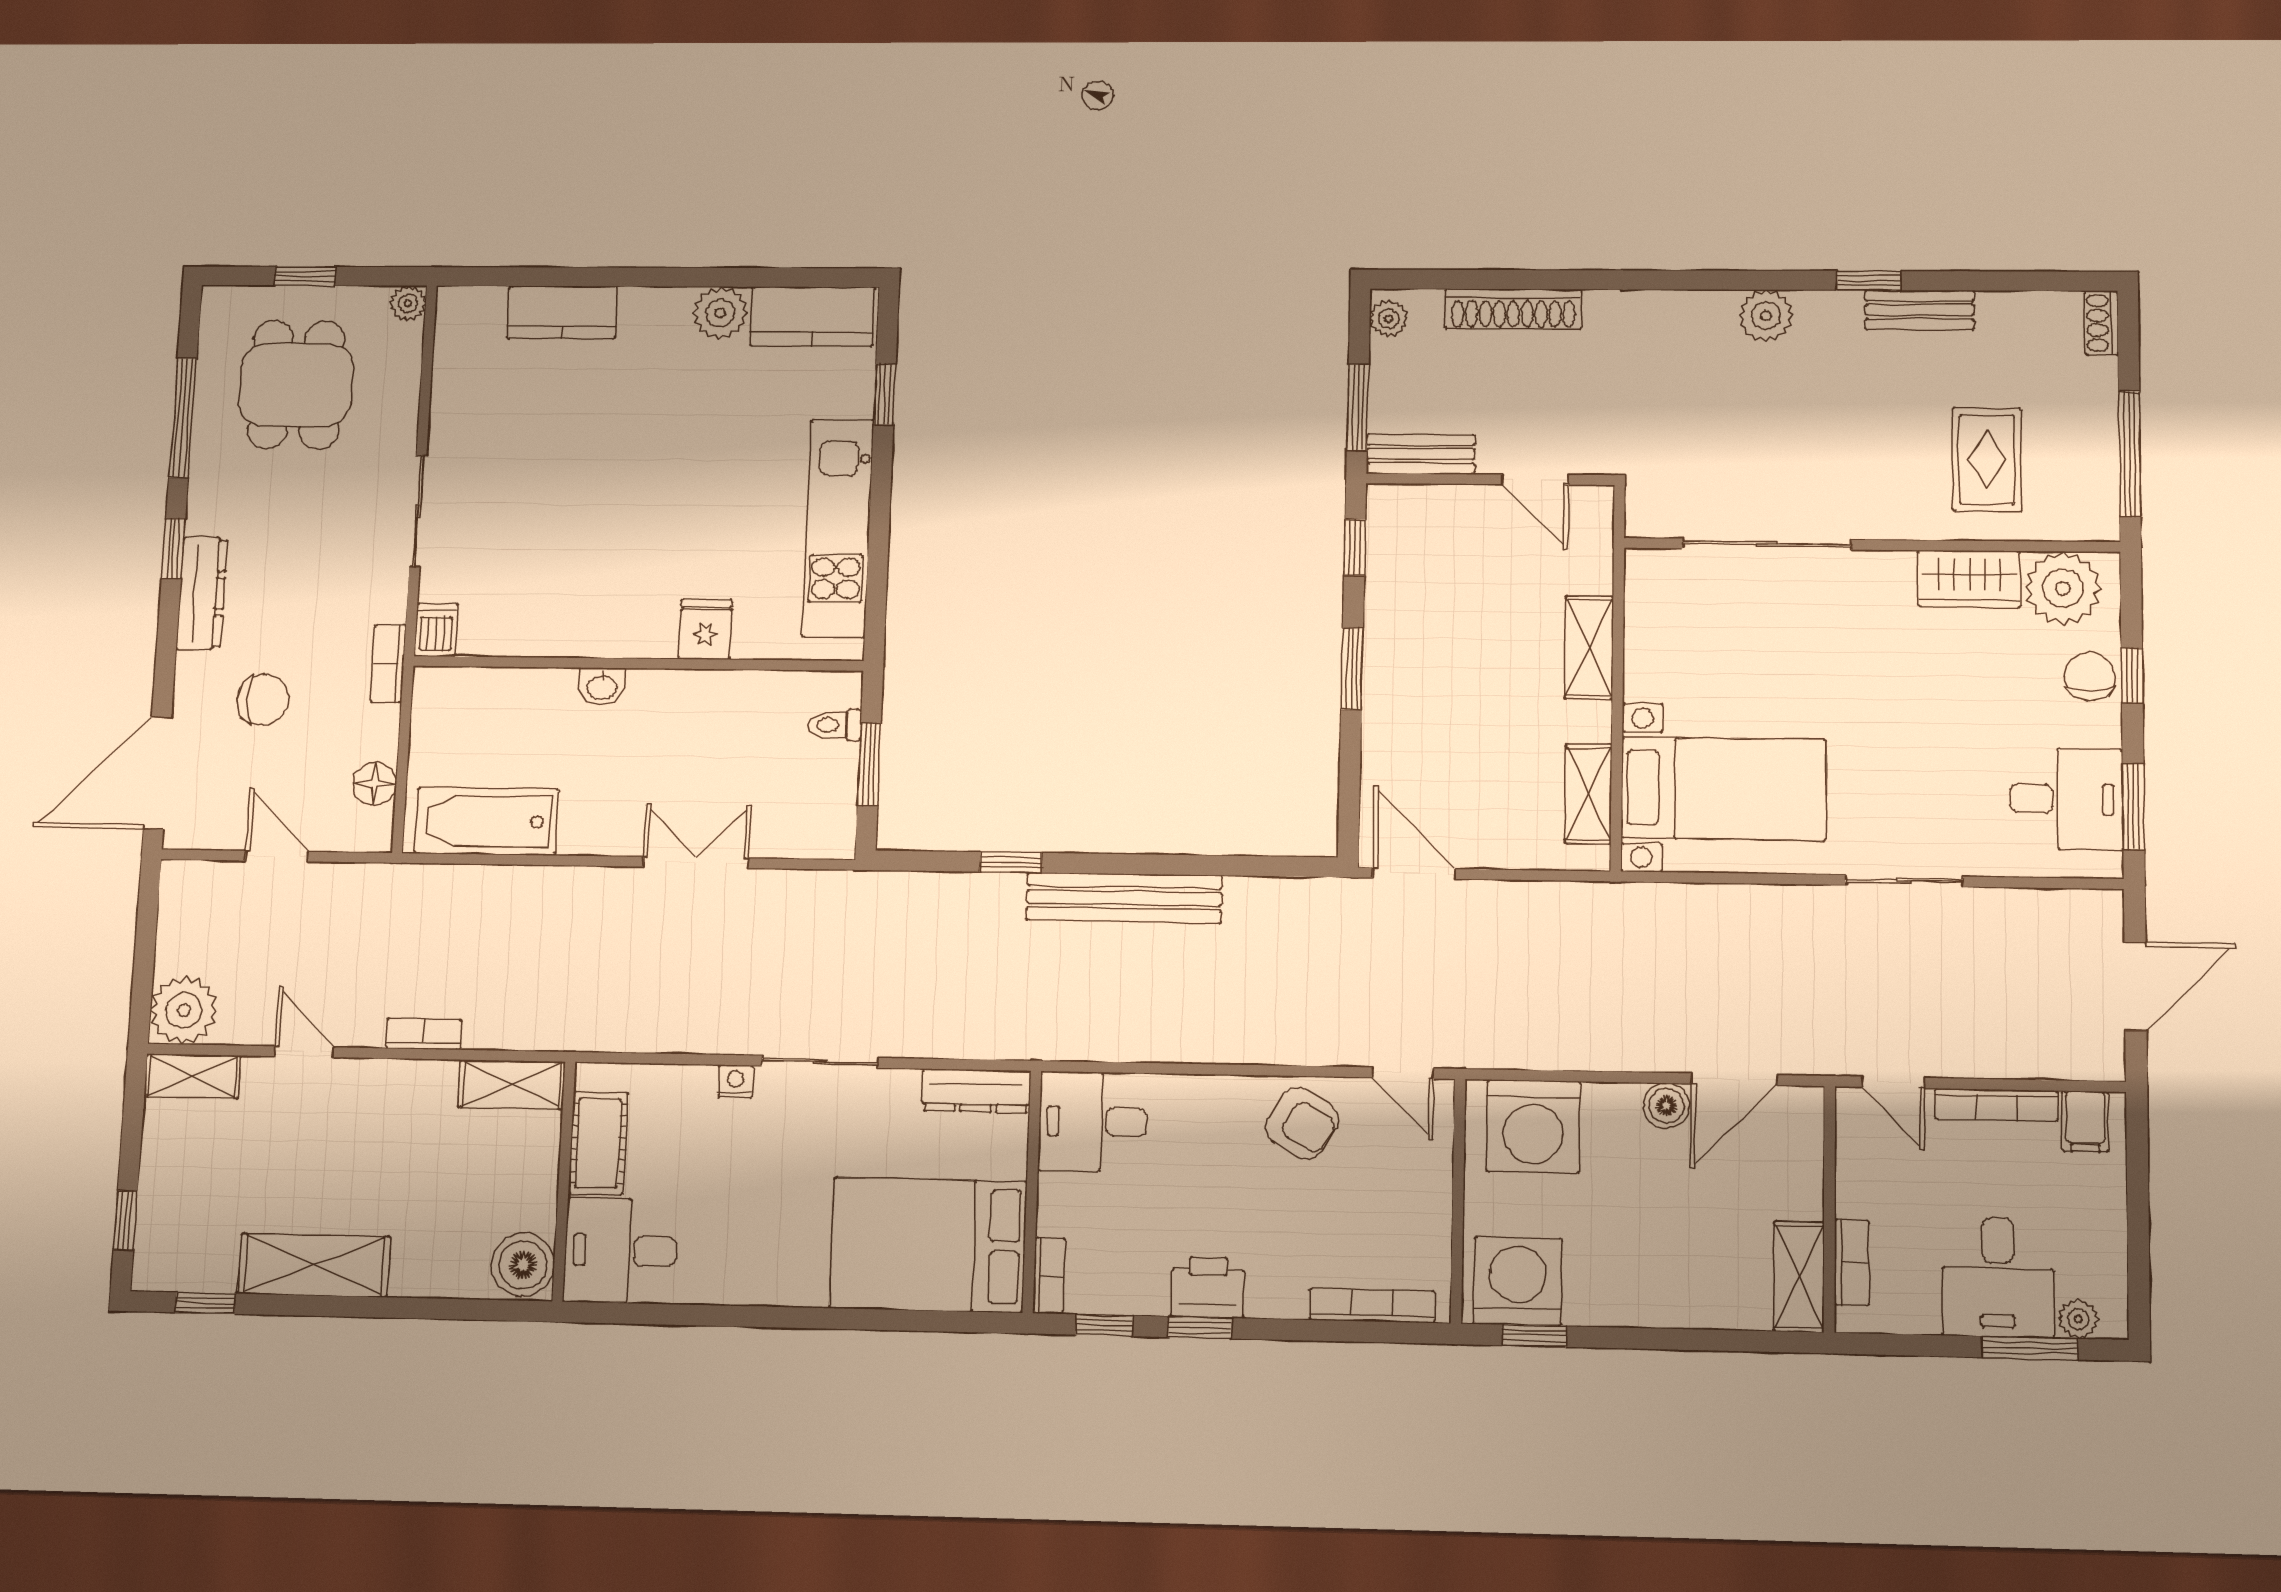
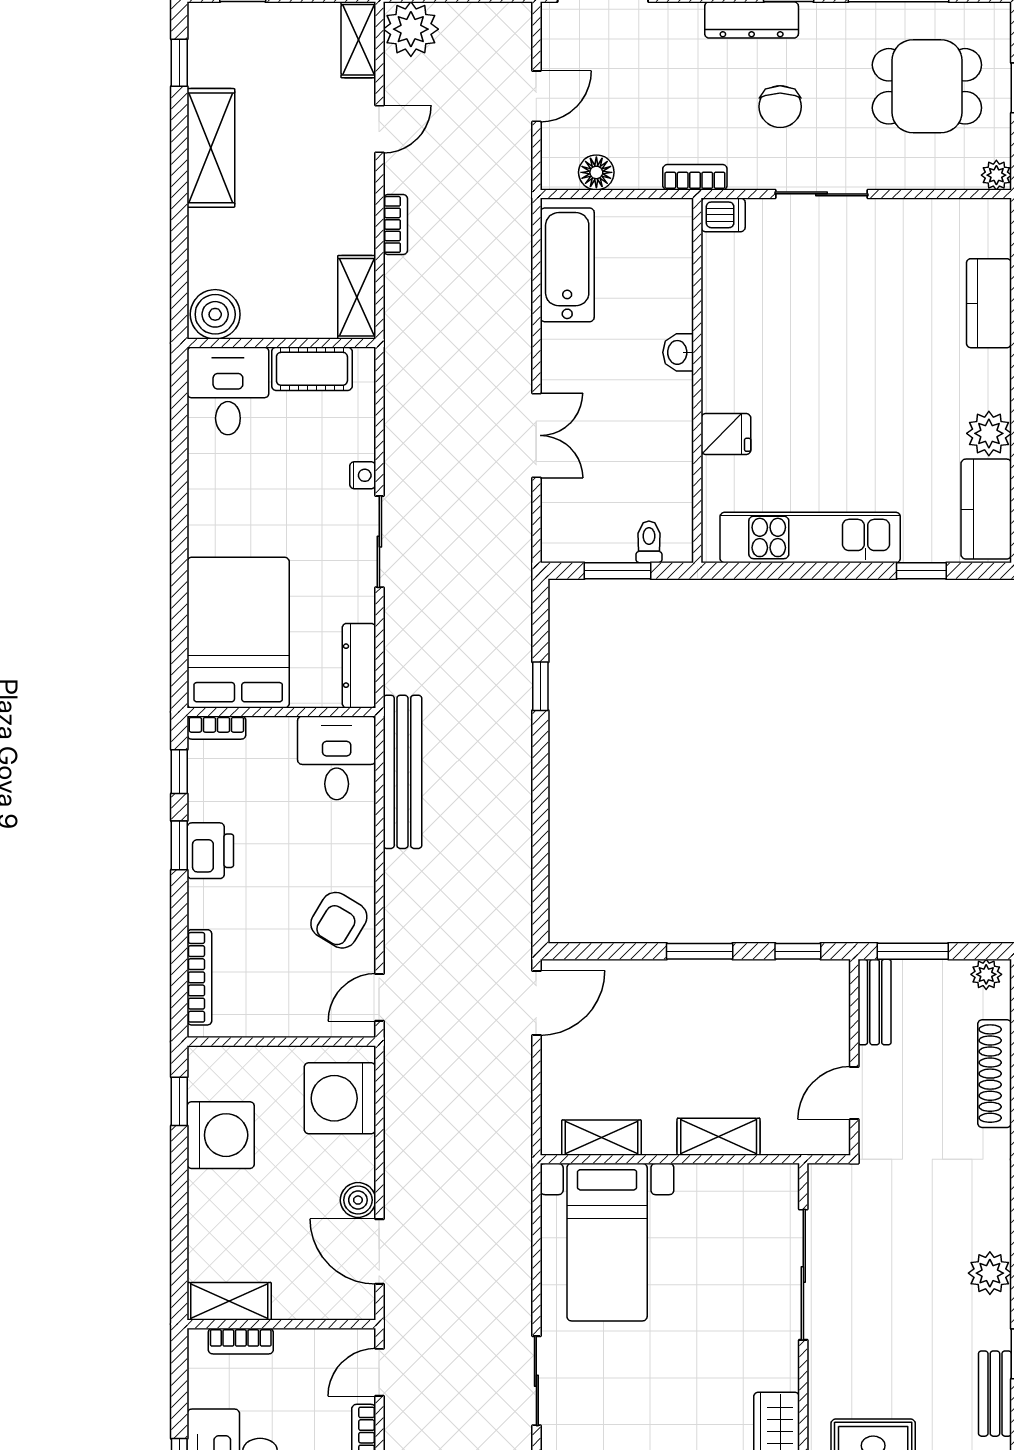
chair: (263, 700) -> (780, 107), moved
bench: (1124, 898) -> (402, 772), moved
washing machine: (1518, 1281) -> (221, 1135), moved

